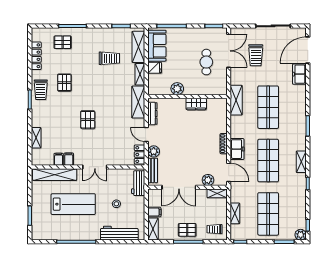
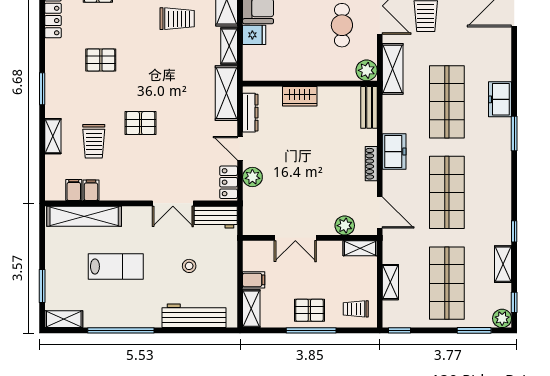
freezer: (299, 74) -> (500, 99), moved
pallet: (64, 83) -> (101, 60), turned 90
plant: (177, 89) -> (367, 70), moved
trolley: (41, 90) -> (94, 141), moved
shelving: (236, 100) -> (393, 69), moved
wardrobe: (196, 104) -> (300, 96), moved
pallet: (88, 120) -> (141, 123), turned 90
shelving: (36, 138) -> (53, 136), moved
freezer: (237, 149) -> (394, 152), moved
filing cabinet: (69, 159) -> (74, 190), moved
shelving: (301, 162) -> (503, 264), moved
double door: (95, 167) -> (173, 203), moved
bench: (153, 170) -> (369, 107), moved
workbench: (138, 183) -> (216, 217), moved, turned -90
double door: (179, 187) -> (295, 238), width x0.73
lab bench: (73, 204) -> (116, 266), width x0.73, depth x0.72
shelving: (43, 235) -> (64, 319), added

